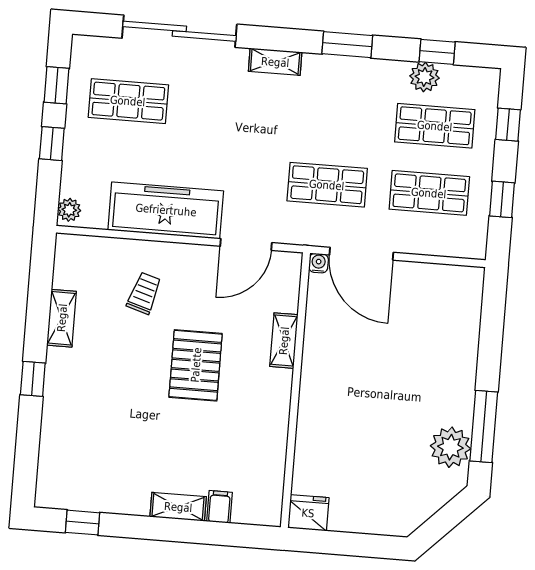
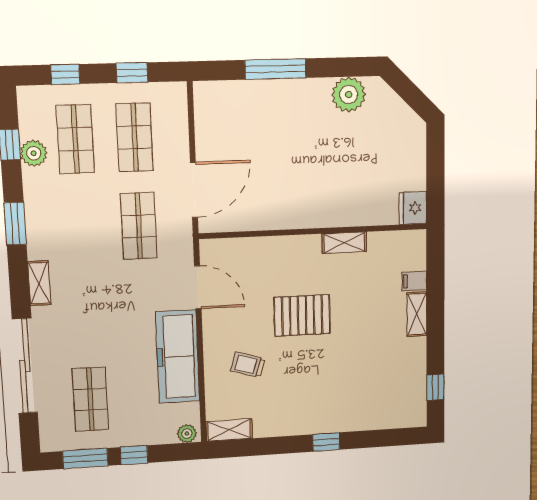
window: (56, 85) -> (85, 458), width x1.50
water cooler: (319, 263) -> (206, 225), removed
shelving: (62, 318) -> (229, 430), moved
shelving: (284, 341) -> (344, 243), moved
window: (484, 426) -> (275, 69), moved

